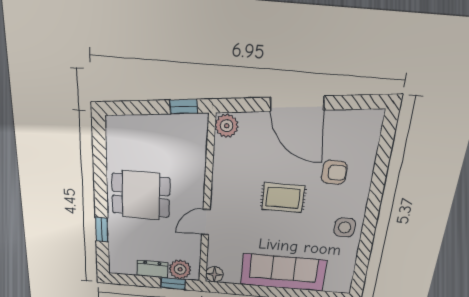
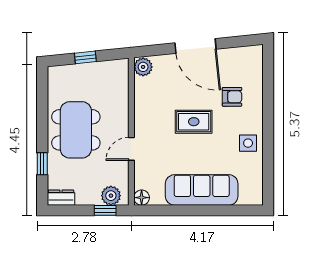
window: (184, 107) -> (85, 57), moved
dining table: (141, 195) -> (76, 130), width x1.38
dresser: (152, 269) -> (61, 198), moved

